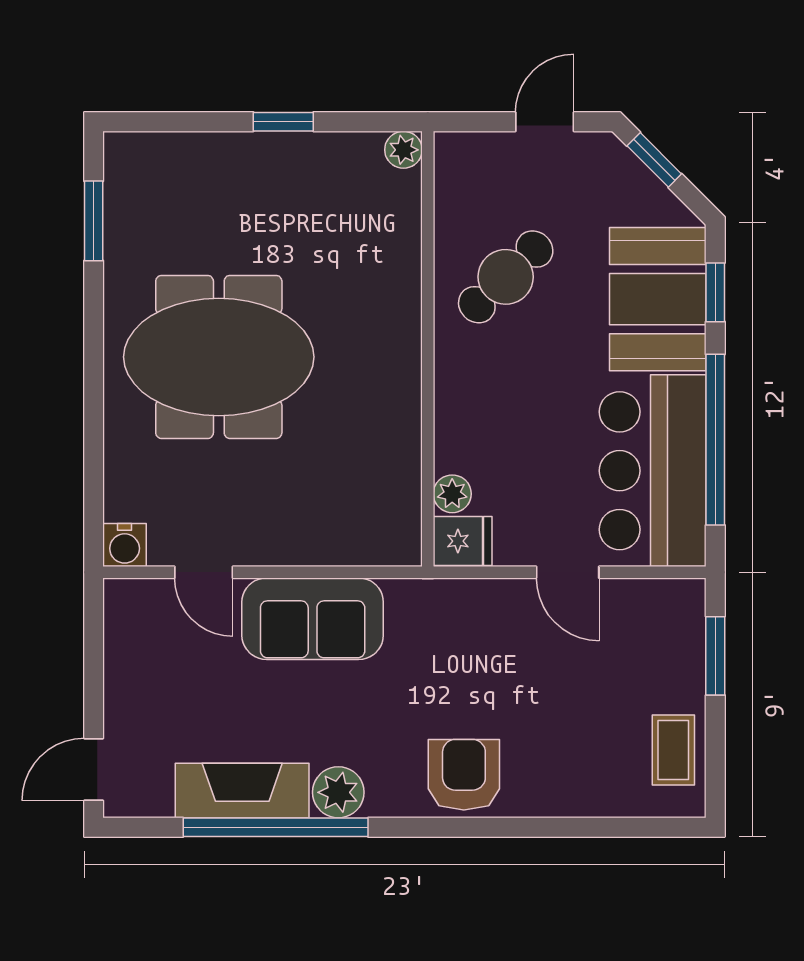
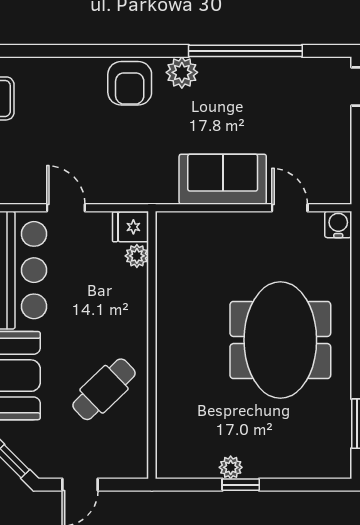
plant: (403, 150) -> (231, 467), moved
meeting table: (219, 357) -> (280, 340), turned 90
fireplace: (242, 791) -> (266, 74), removed
plant: (338, 792) -> (182, 72), moved

